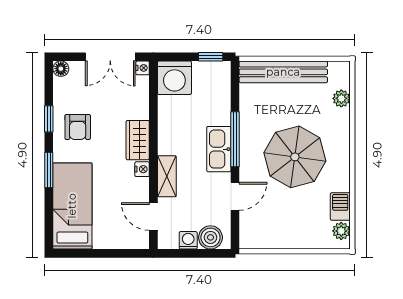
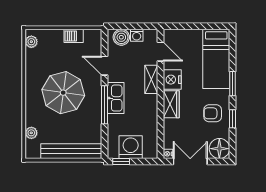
floor lamp: (61, 69) -> (219, 149), width x1.89, depth x1.89
washing machine: (174, 78) -> (131, 147), moved
armchair: (78, 127) -> (213, 113), turned -90
nightstand: (142, 169) -> (172, 80), width x1.89, depth x1.79
door: (235, 196) -> (104, 66), hinge flipped
barbecue: (340, 207) -> (74, 36), moved, turned 90

